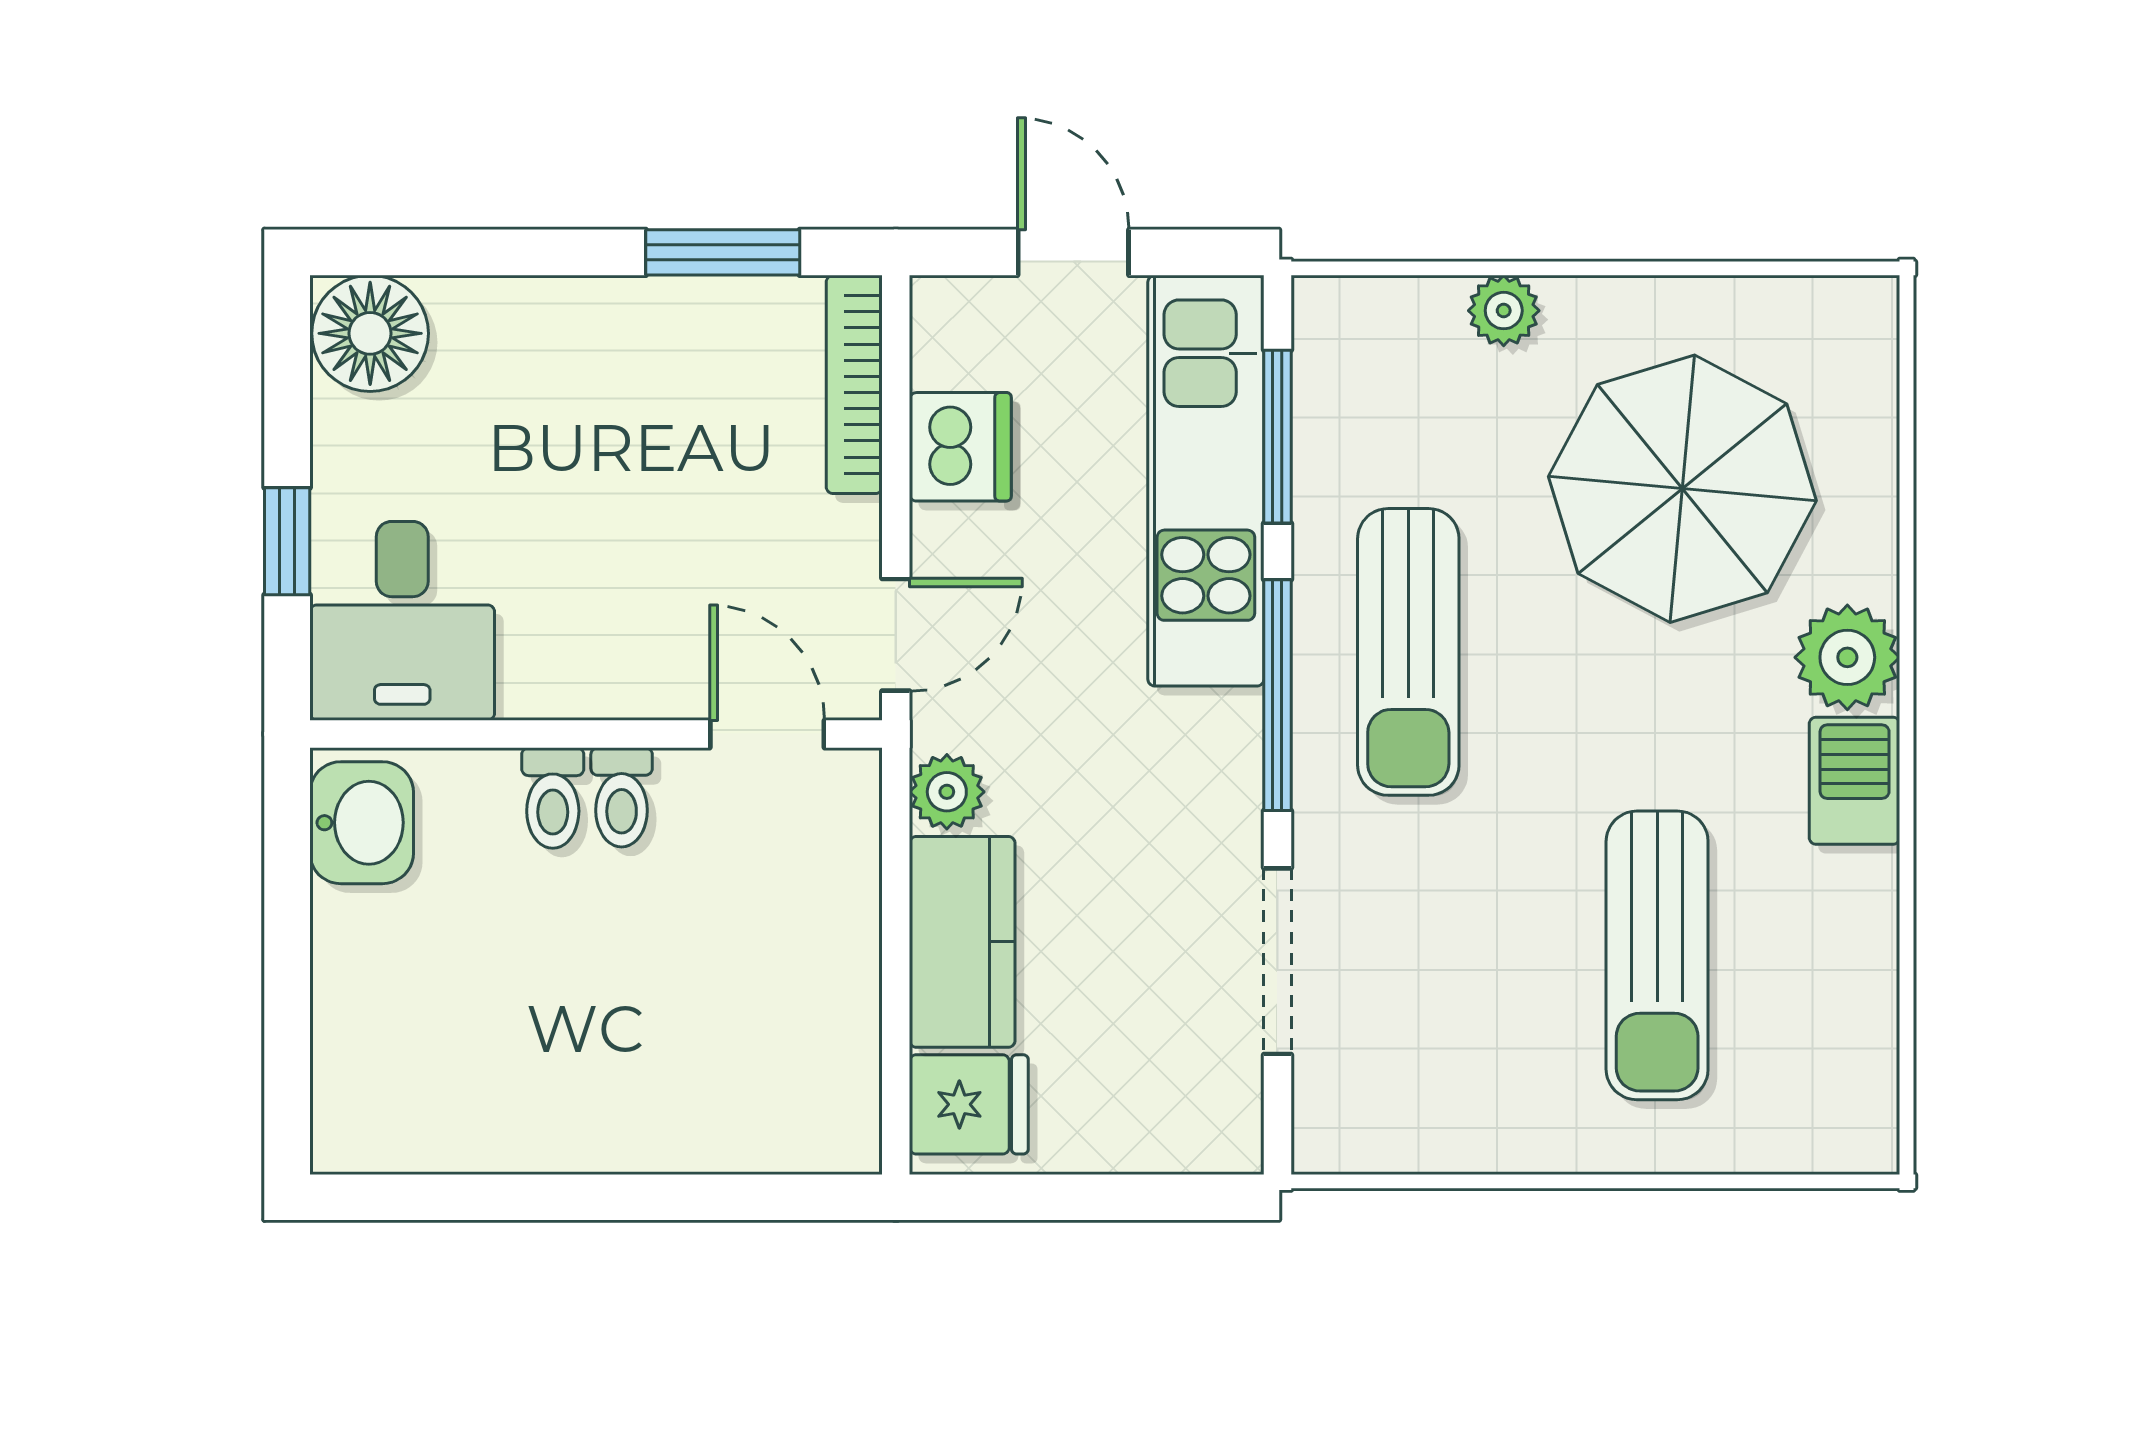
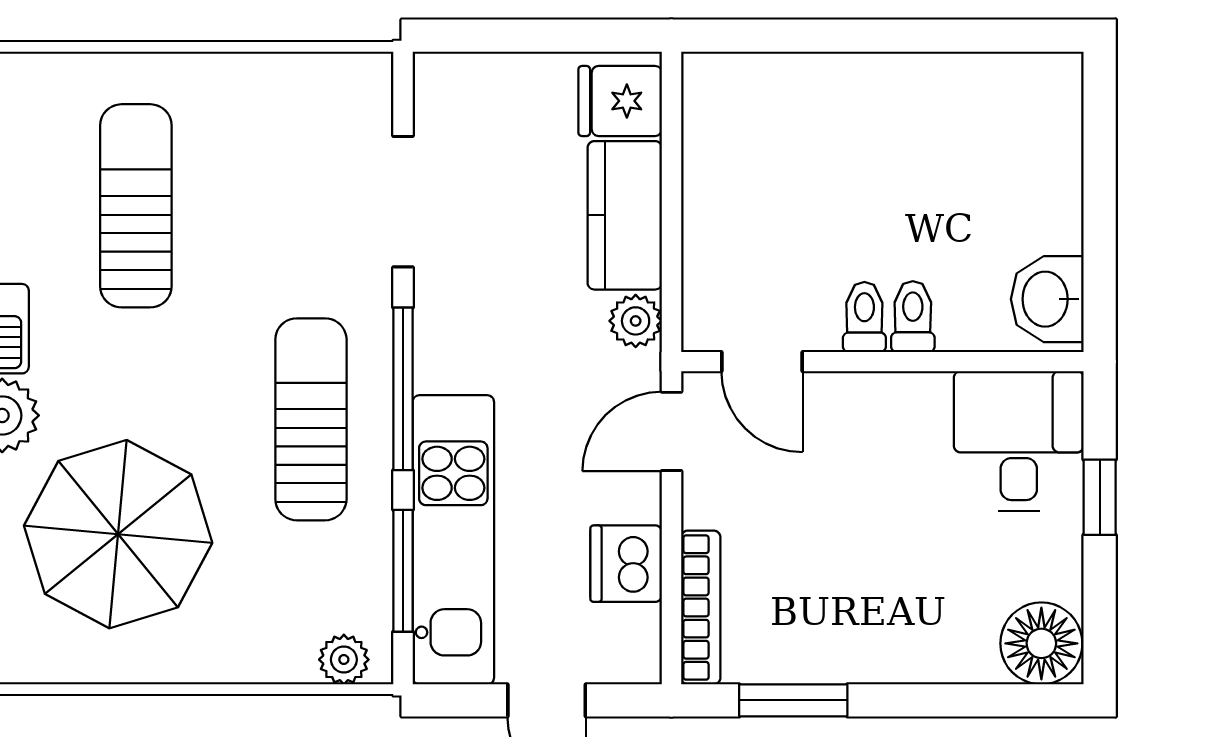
plant: (1504, 311) -> (344, 660), moved

